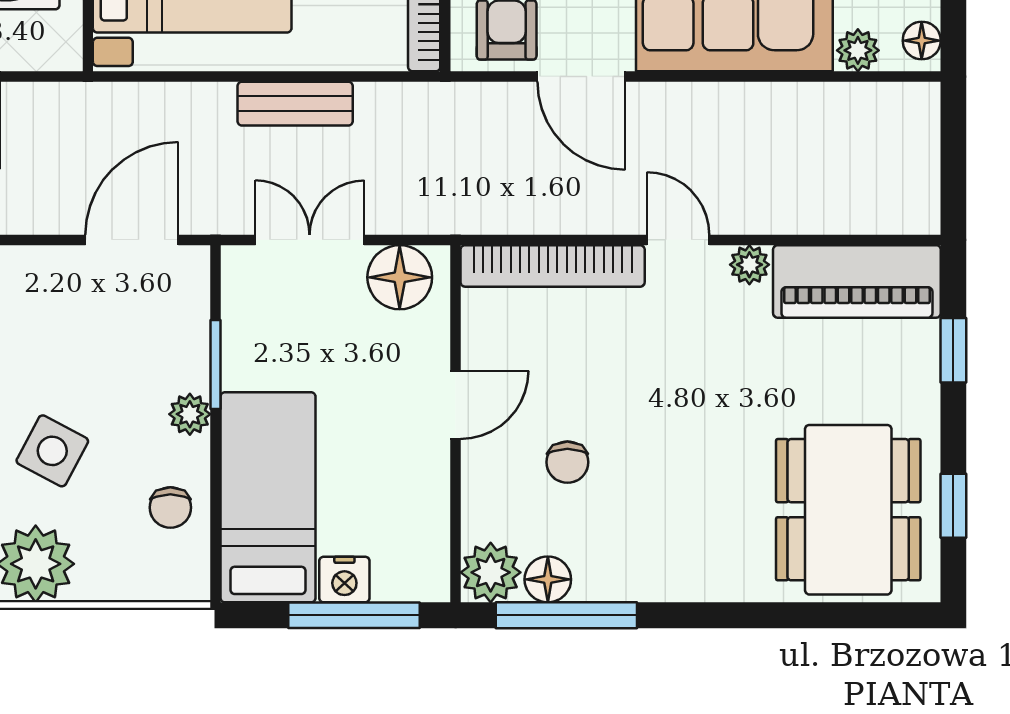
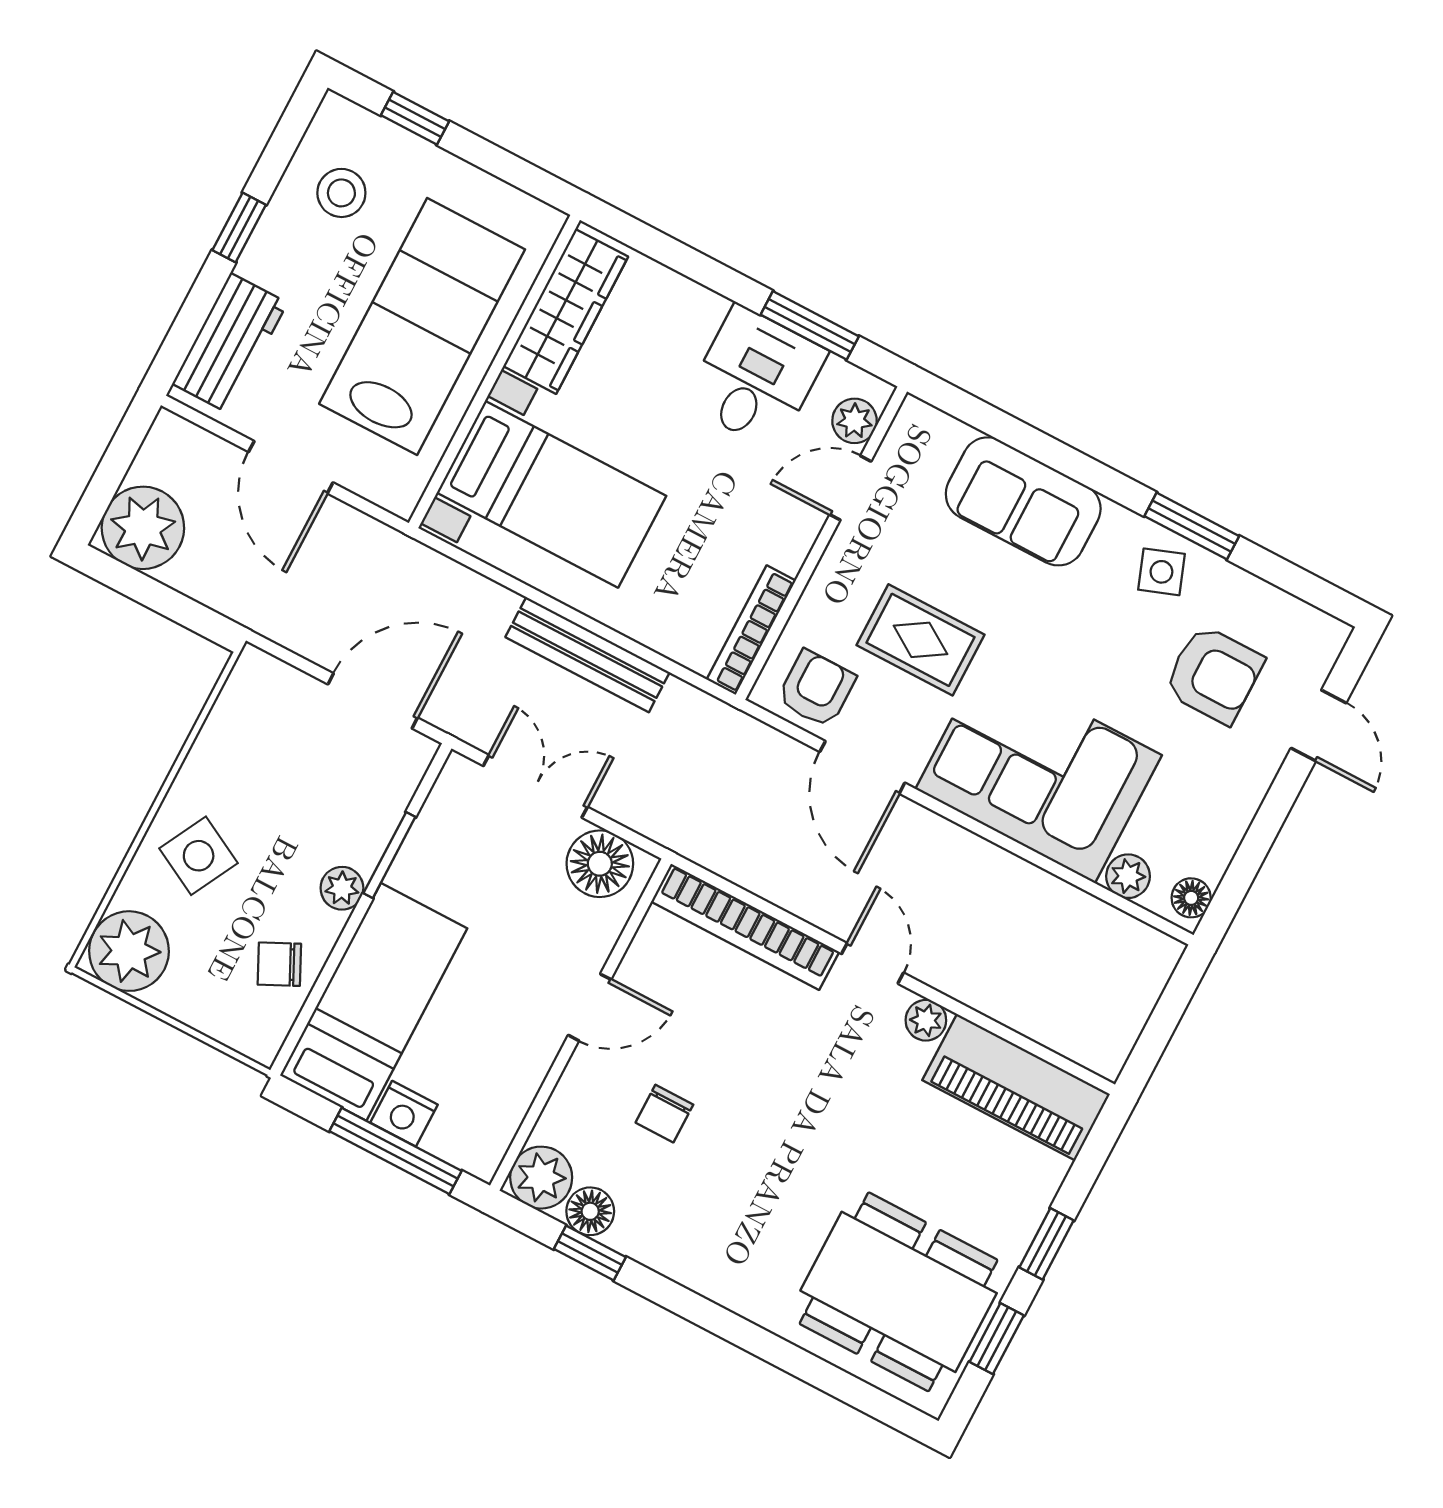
bench: (295, 104) -> (588, 655), width x1.36
window: (953, 350) -> (1046, 1244), moved
chair: (170, 508) -> (279, 964), turned 64
dining table: (848, 510) -> (899, 1292), turned 90
window: (566, 615) -> (590, 1253), width x0.46

